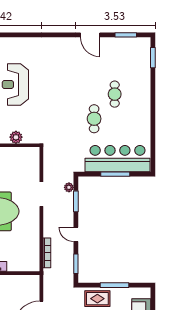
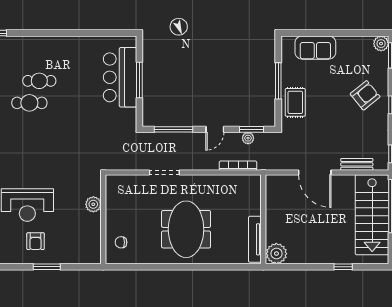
cafe table: (94, 119) -> (29, 103), moved
bar counter: (117, 159) -> (120, 77), width x0.73
plant: (69, 187) -> (248, 138), moved
window: (76, 201) -> (174, 129), width x1.44

